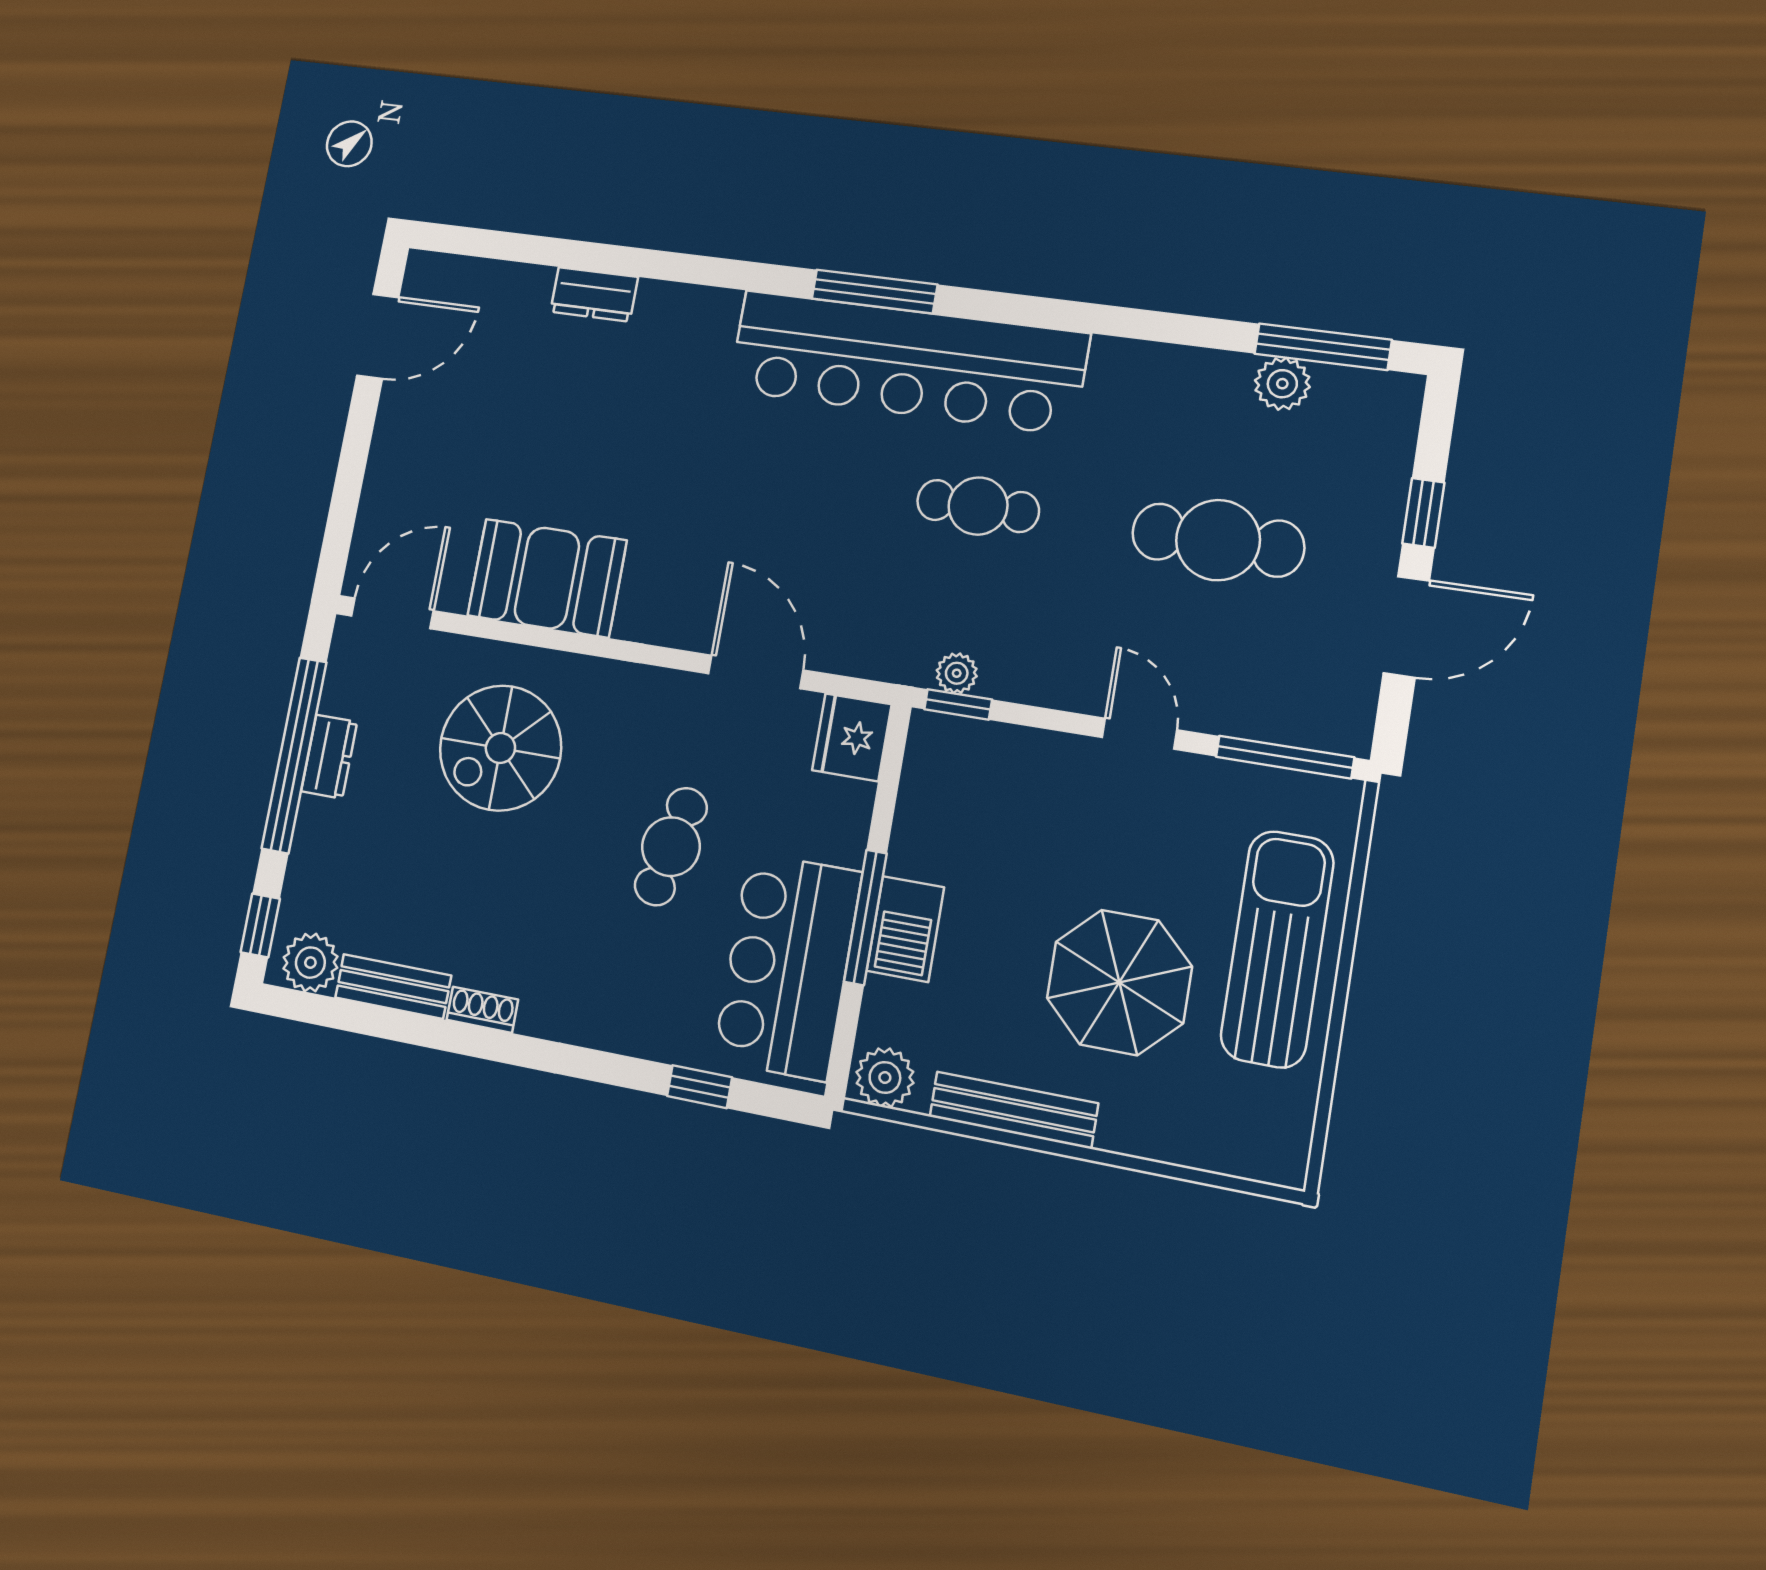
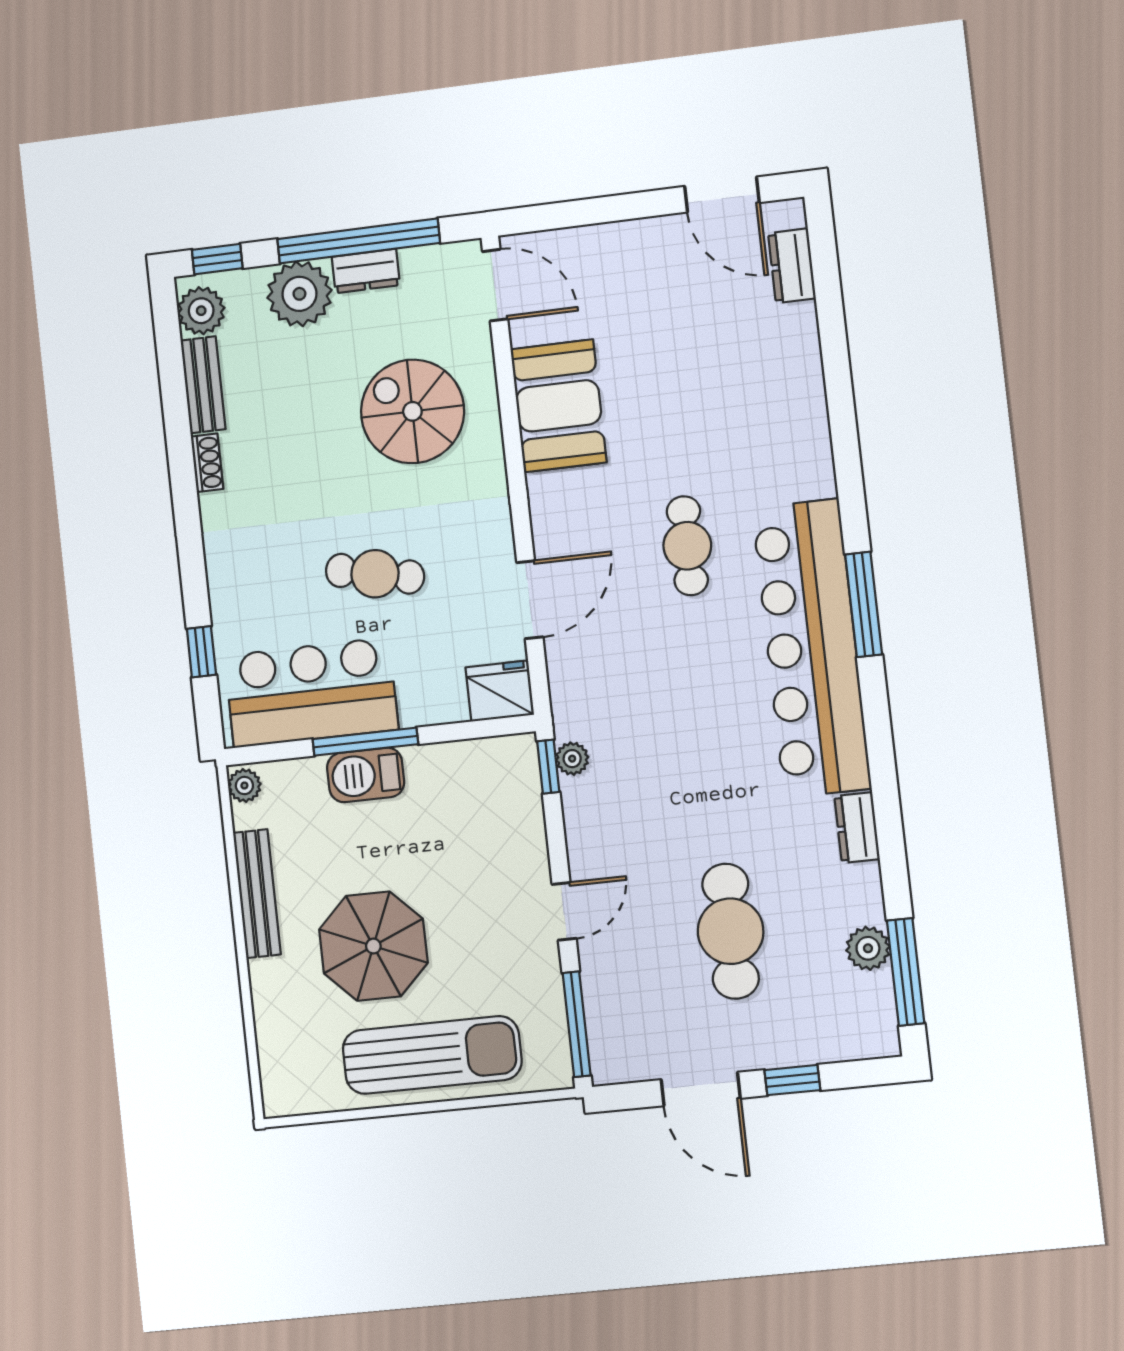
dresser: (594, 294) -> (792, 266), moved
dresser: (1133, 361) -> (857, 828), added
cafe table: (978, 506) -> (687, 546), moved
plant: (329, 841) -> (299, 294), added
plant: (885, 1077) -> (244, 786), width x0.73, depth x0.73

